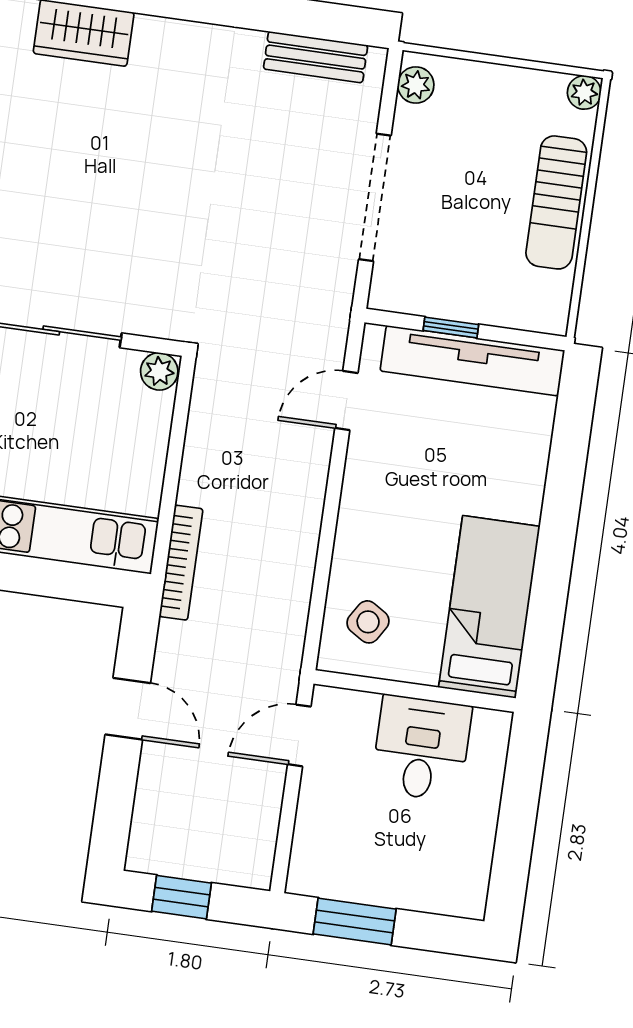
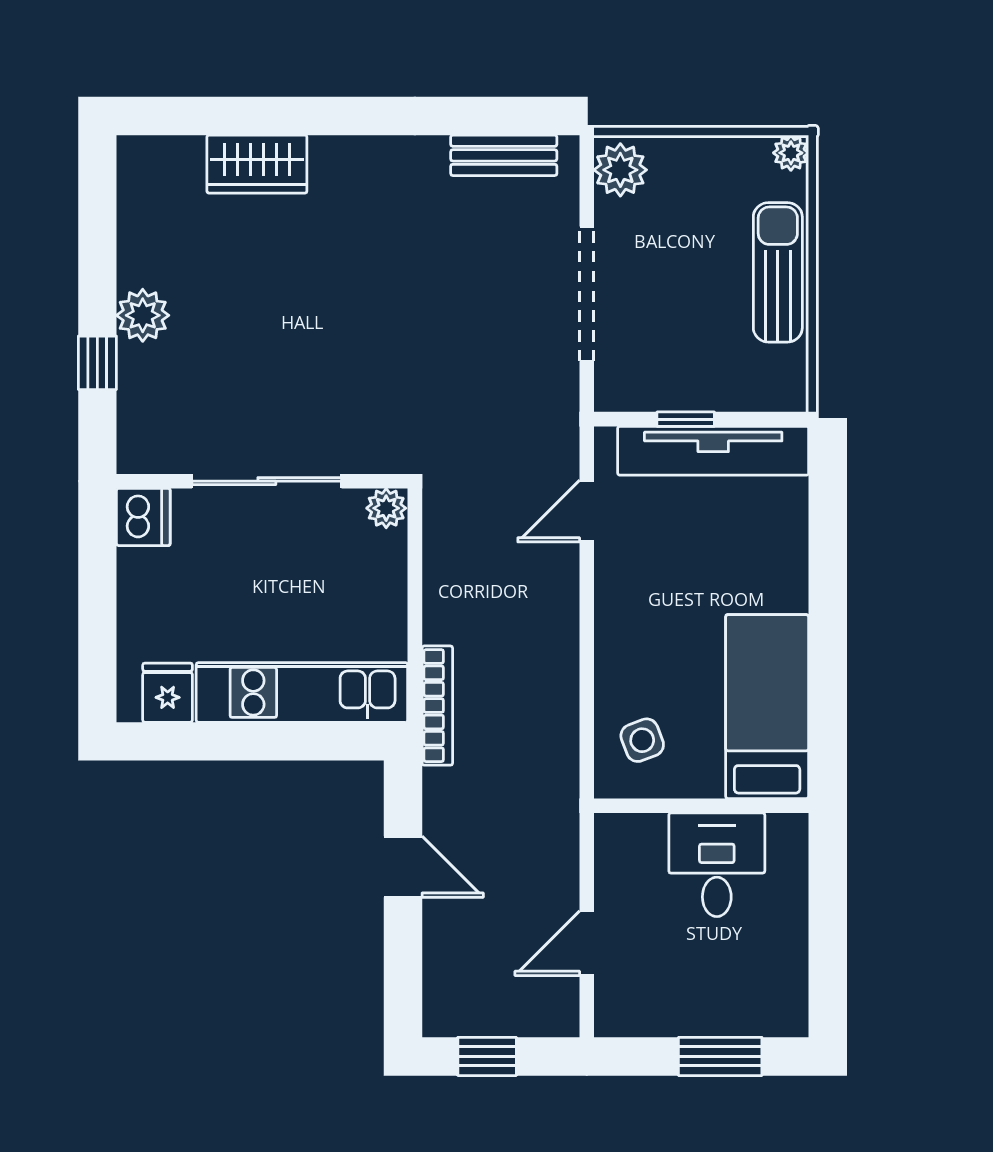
plant: (416, 85) -> (620, 170), width x1.38, depth x1.38
sun lounger: (556, 202) -> (778, 272), turned 180
side table: (368, 622) -> (642, 740), turned 37
door: (299, 735) -> (587, 943), moved
window: (355, 921) -> (720, 1056), moved

